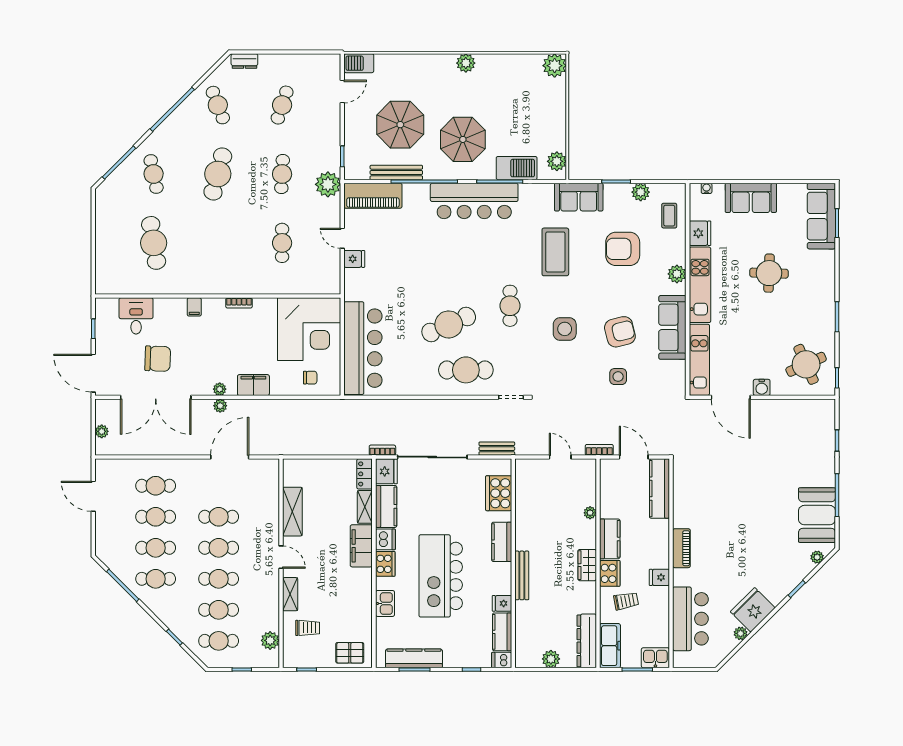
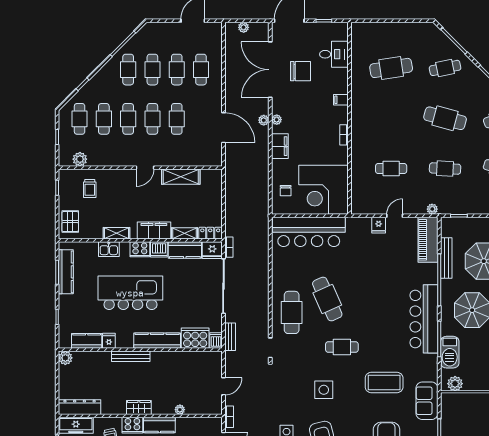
plant: (328, 184) -> (432, 209), width x0.53, depth x0.53
chair: (158, 359) -> (301, 71), turned -92
kitchen counter: (502, 542) -> (157, 341), width x1.50
shelving: (290, 594) -> (116, 233), moved
plant: (551, 659) -> (65, 358), moved
dishwasher: (502, 660) -> (216, 340), moved

